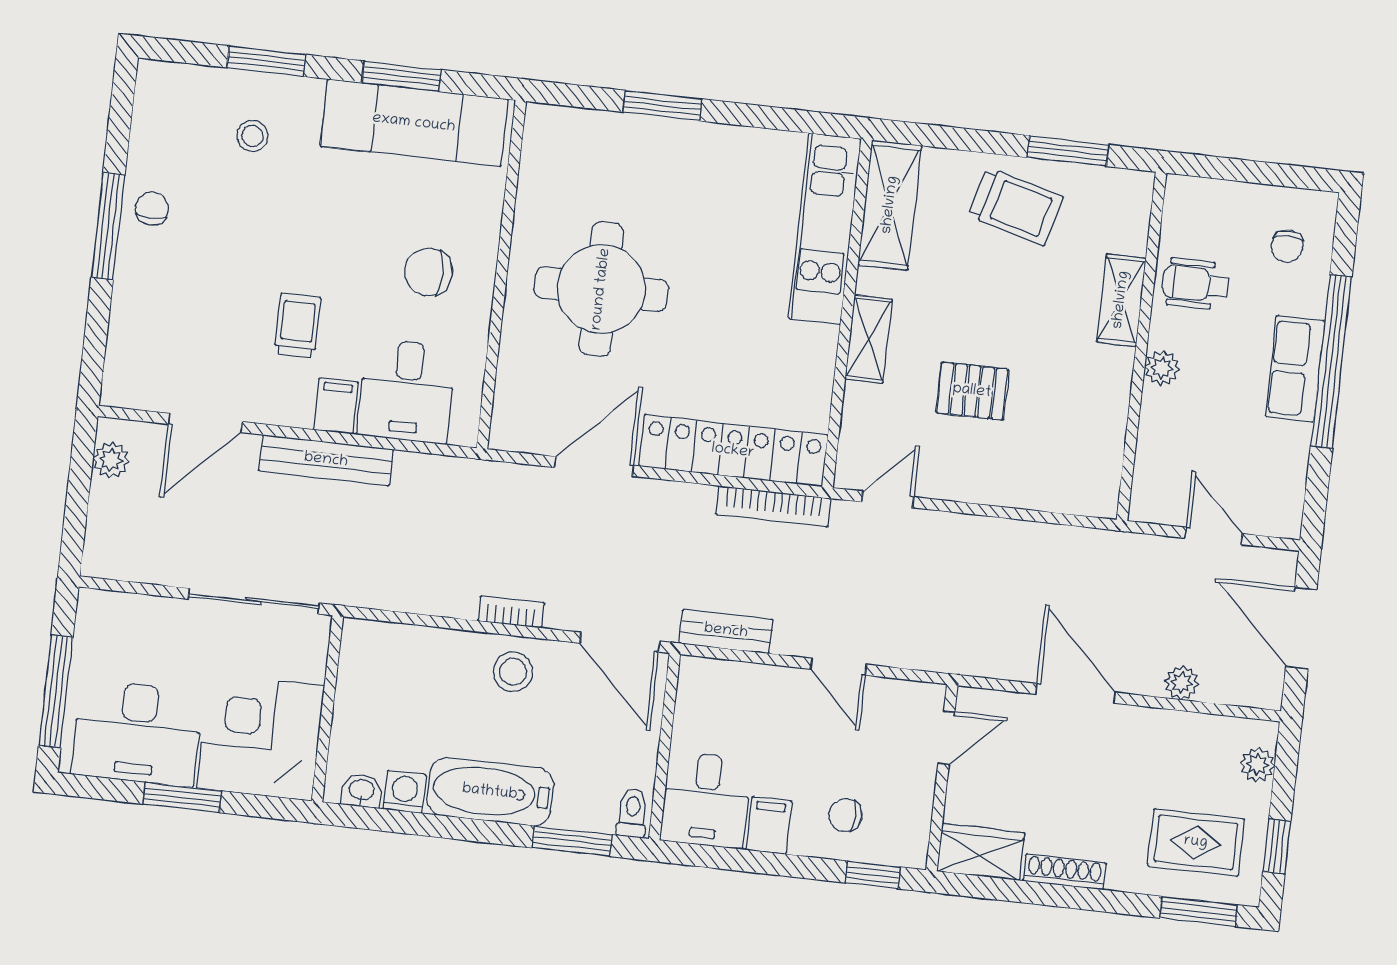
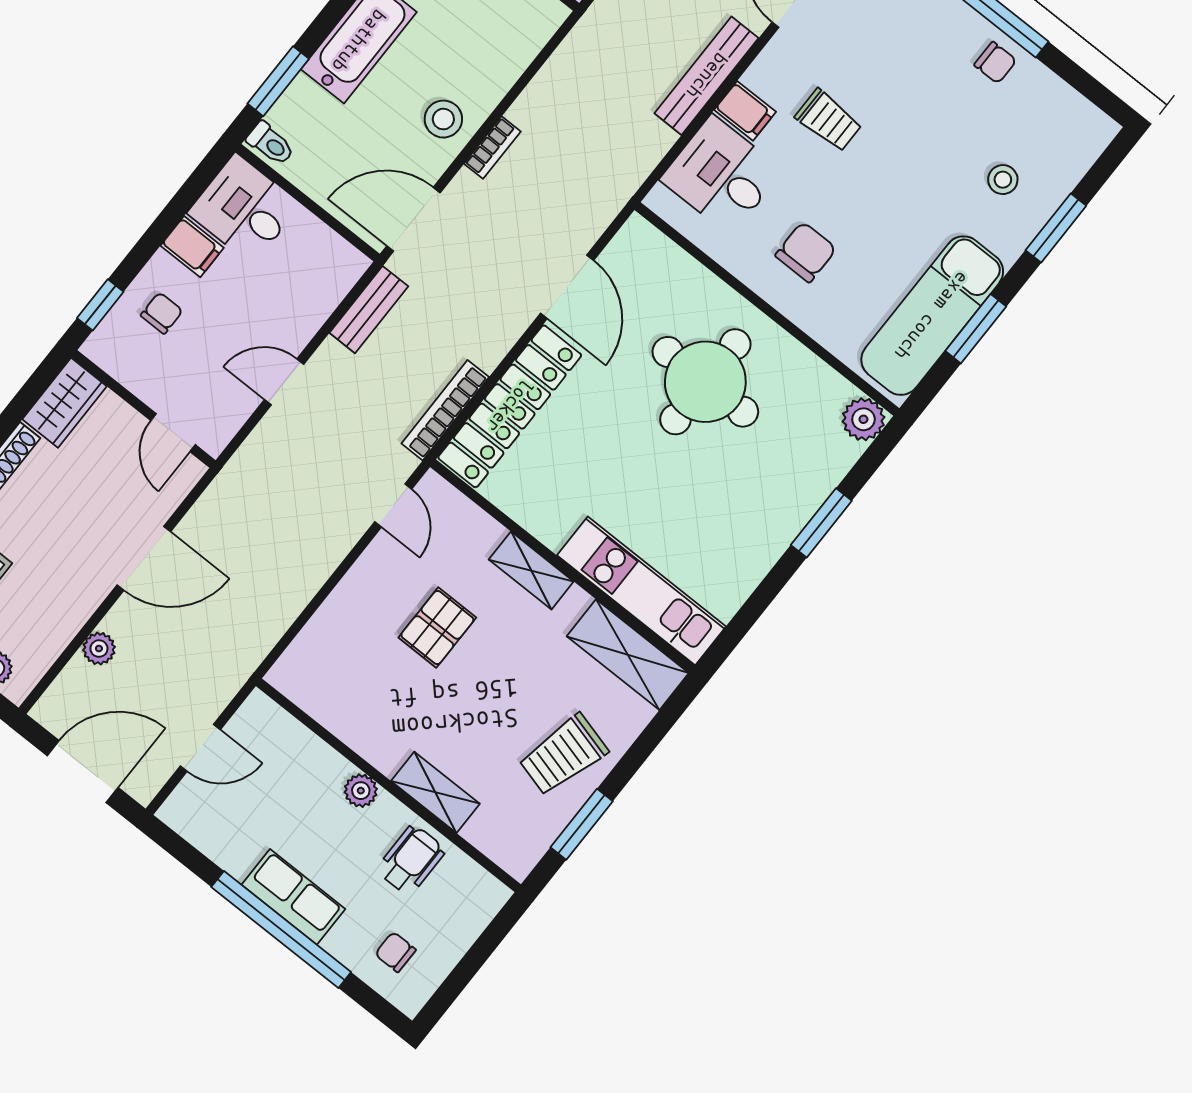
plant: (546, 126) -> (863, 419), added

